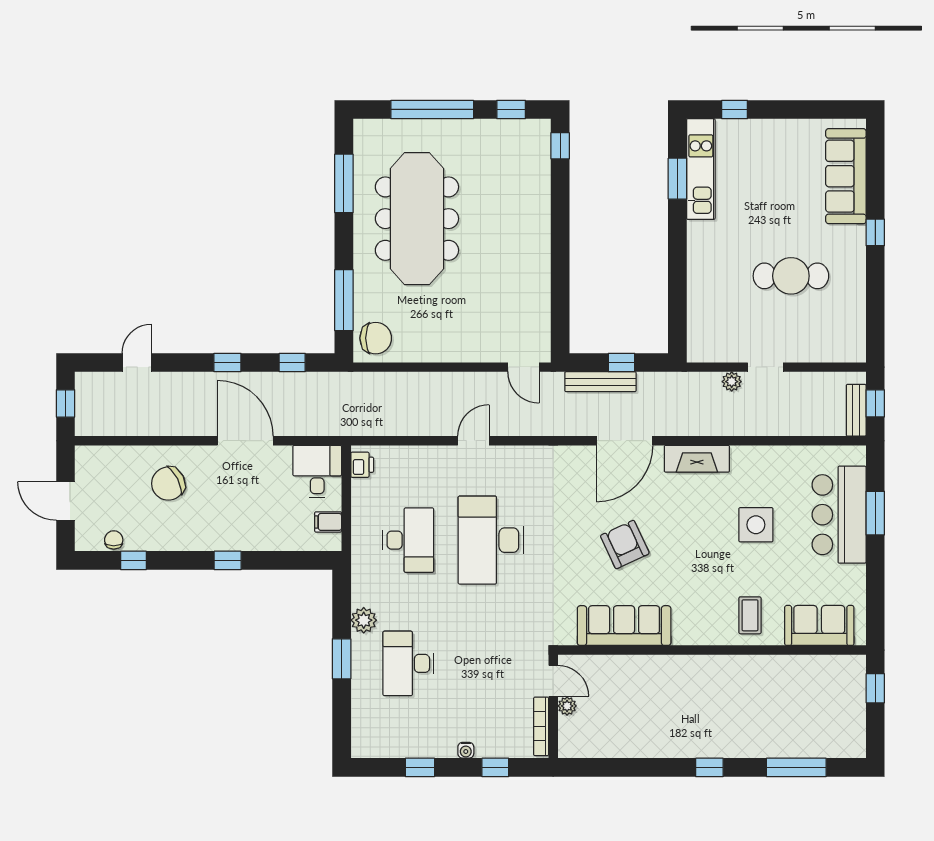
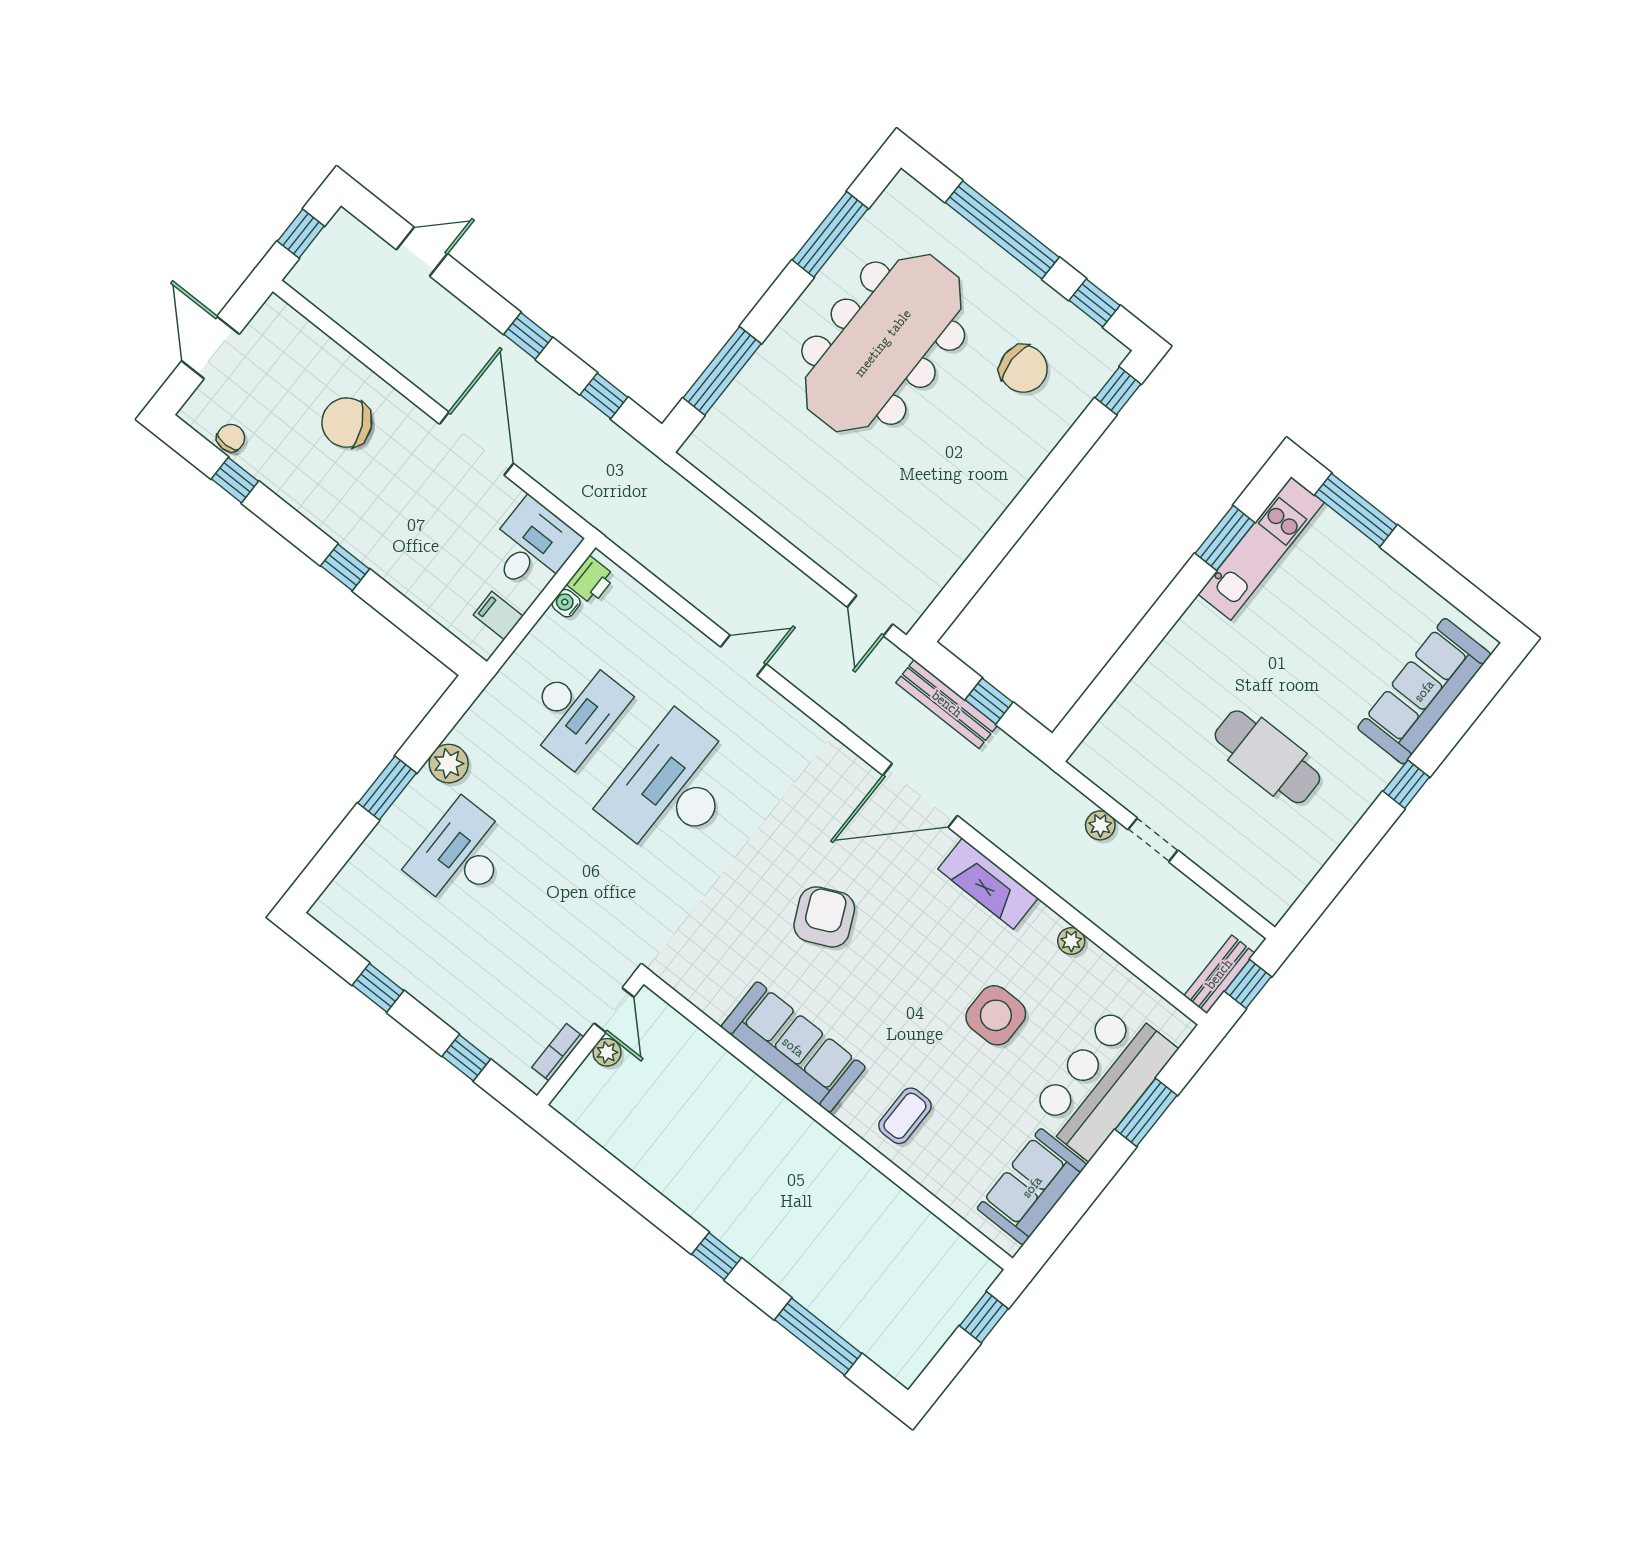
window: (735, 109) -> (1356, 510), width x2.17
chair: (376, 338) -> (1023, 369), moved
plant: (765, 454) -> (1071, 941), added
sofa: (819, 625) -> (1032, 1187), moved, turned -90
sofa: (624, 626) -> (793, 1047), moved
bookcase: (541, 726) -> (558, 1052), width x0.64
water cooler: (466, 750) -> (566, 603), moved, turned 90

